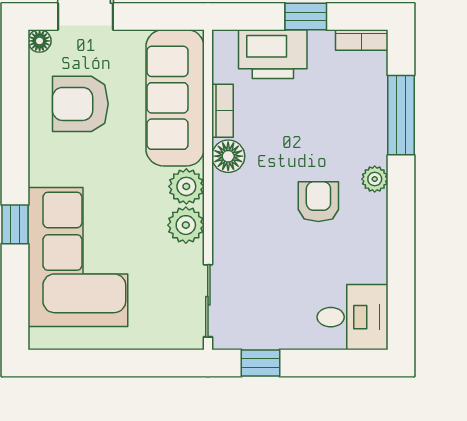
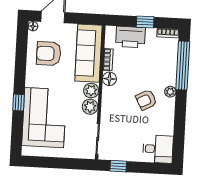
window: (401, 115) -> (183, 66), width x1.46
armchair: (318, 202) -> (146, 100), turned -118

